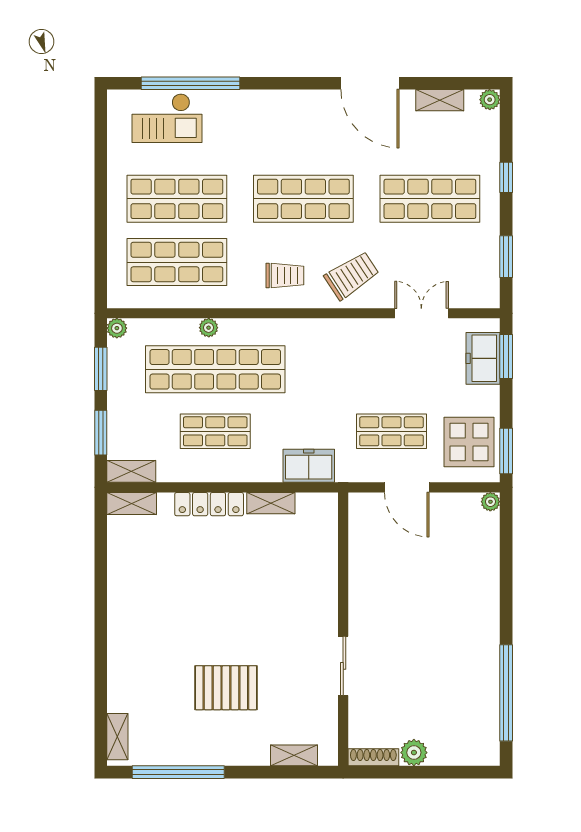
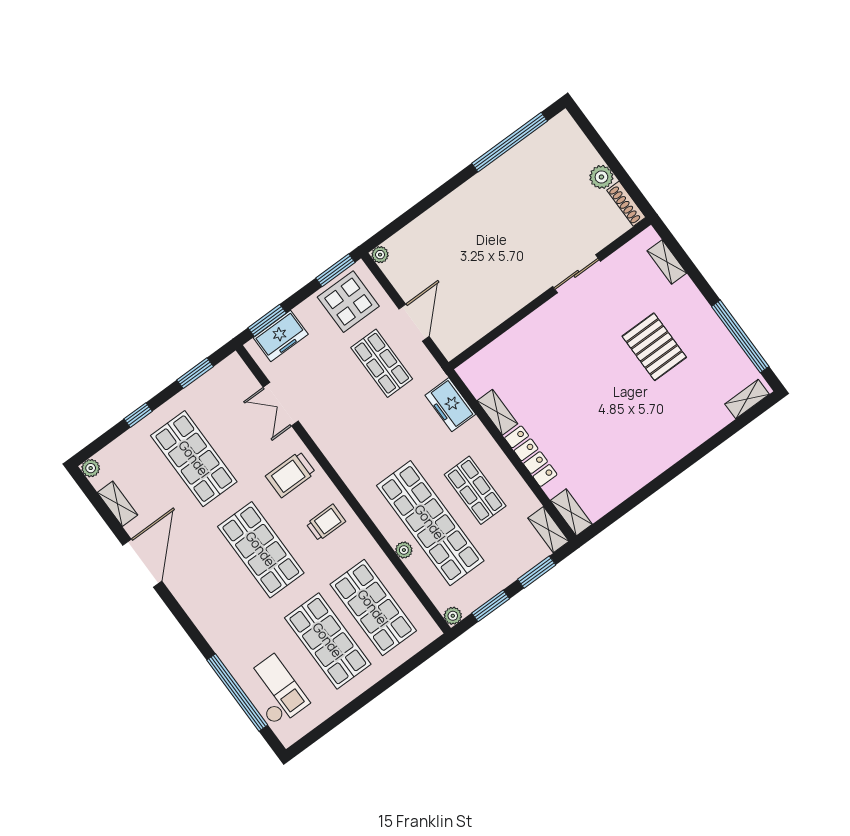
trolley: (285, 276) -> (326, 523), turned 90
trolley: (352, 276) -> (291, 474), turned -57

